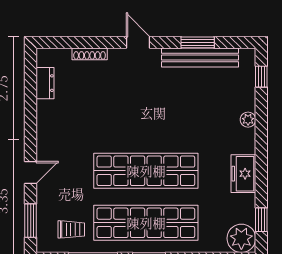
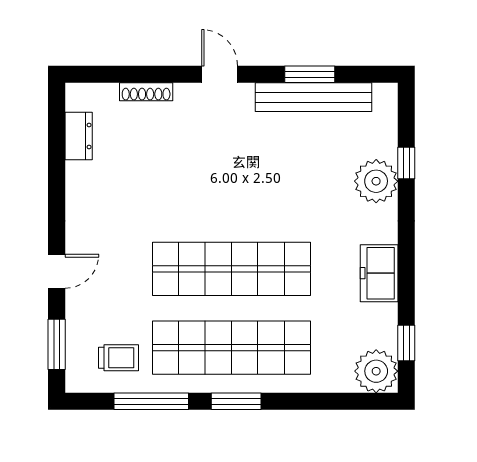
window: (261, 77) -> (406, 163), moved
plant: (248, 120) -> (376, 181), width x1.87, depth x1.87

